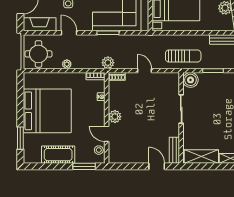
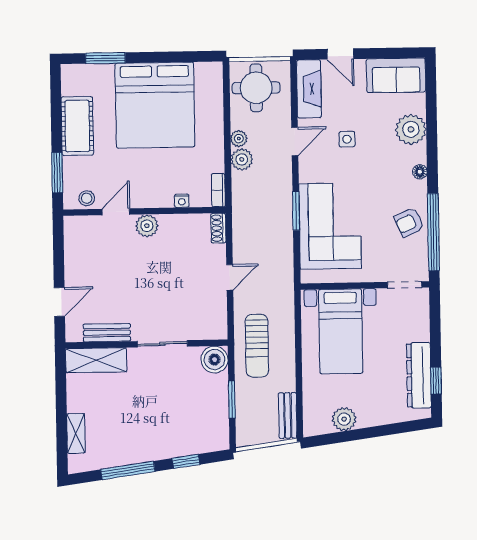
plant: (108, 63) -> (242, 159), moved
bench: (174, 150) -> (107, 333), moved
shelving: (201, 157) -> (96, 360), moved, turned 90

